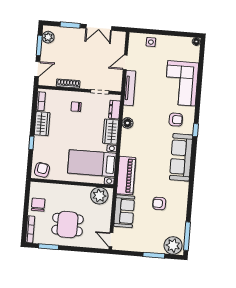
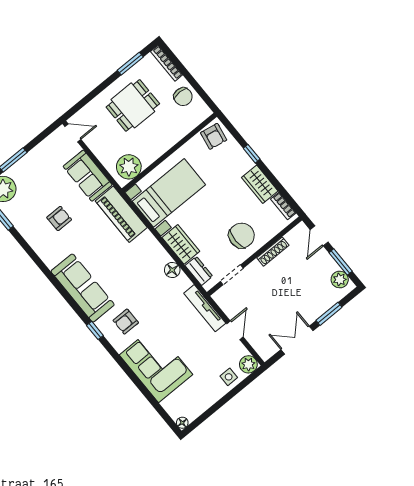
plant: (135, 39) -> (248, 364), added
chair: (76, 107) -> (242, 236), width x1.87, depth x1.87

